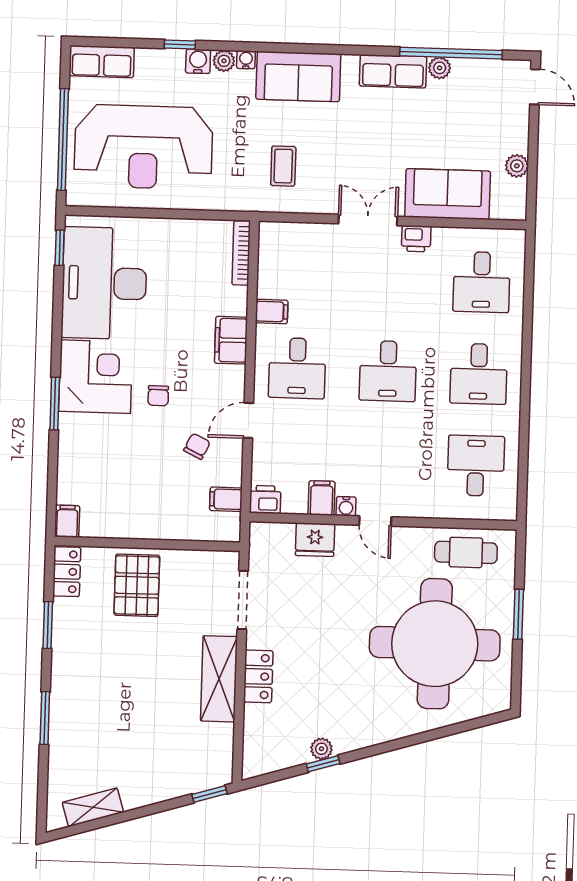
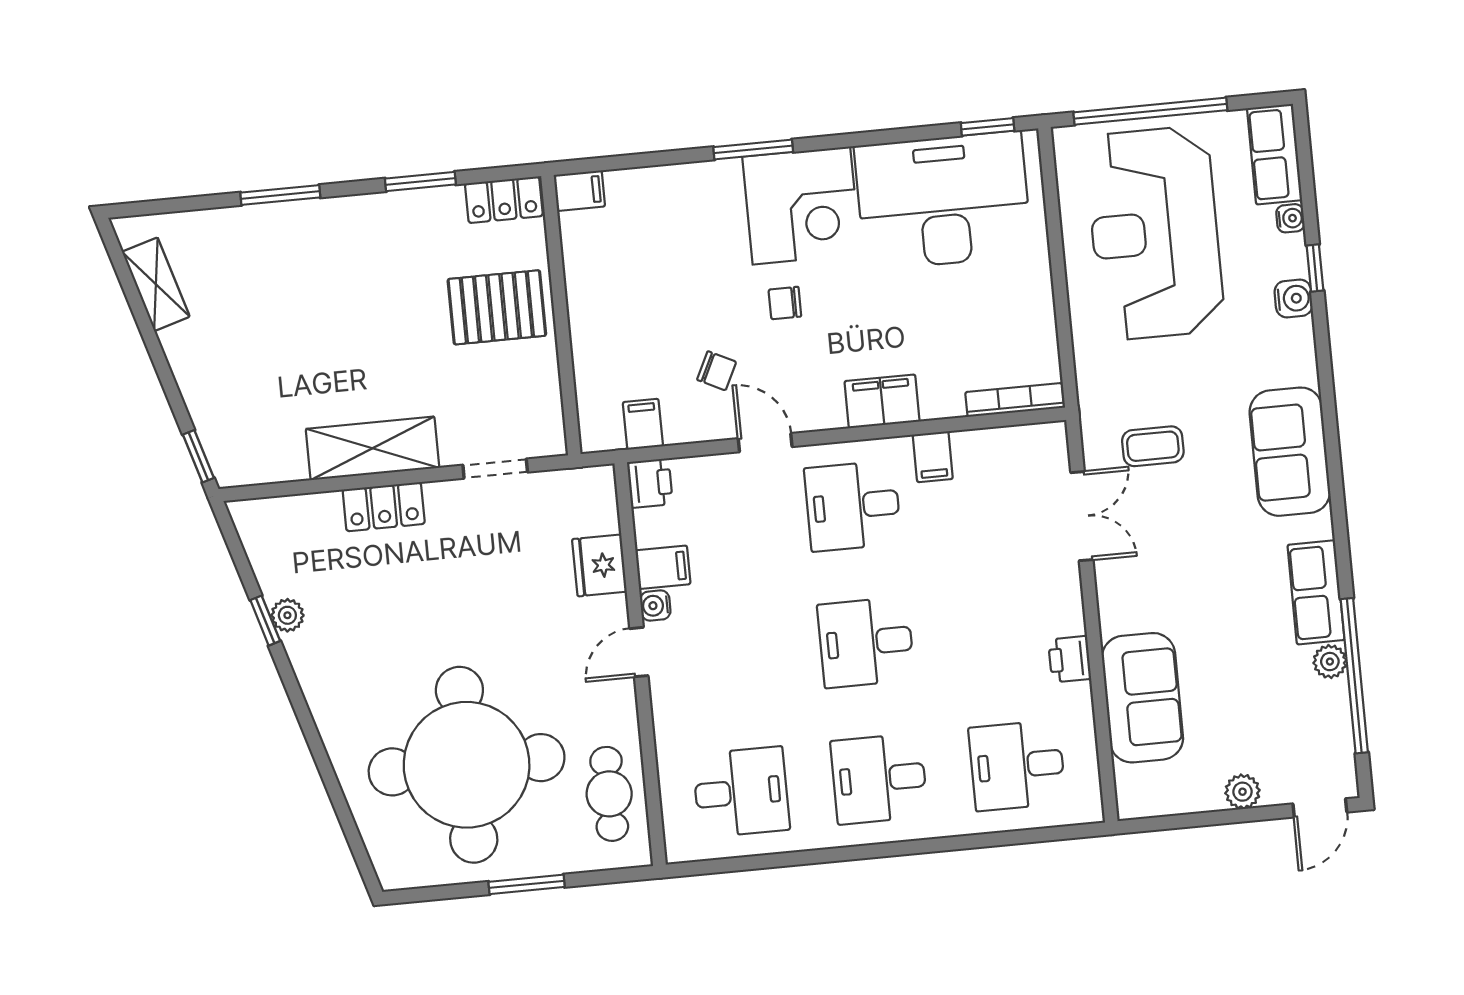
water cooler: (246, 60) -> (1290, 218), moved
plant: (224, 61) -> (1299, 337), removed
plant: (517, 166) -> (1242, 792), moved
double door: (368, 220) -> (1082, 516), moved
doorway: (243, 600) -> (495, 469), width x0.73

